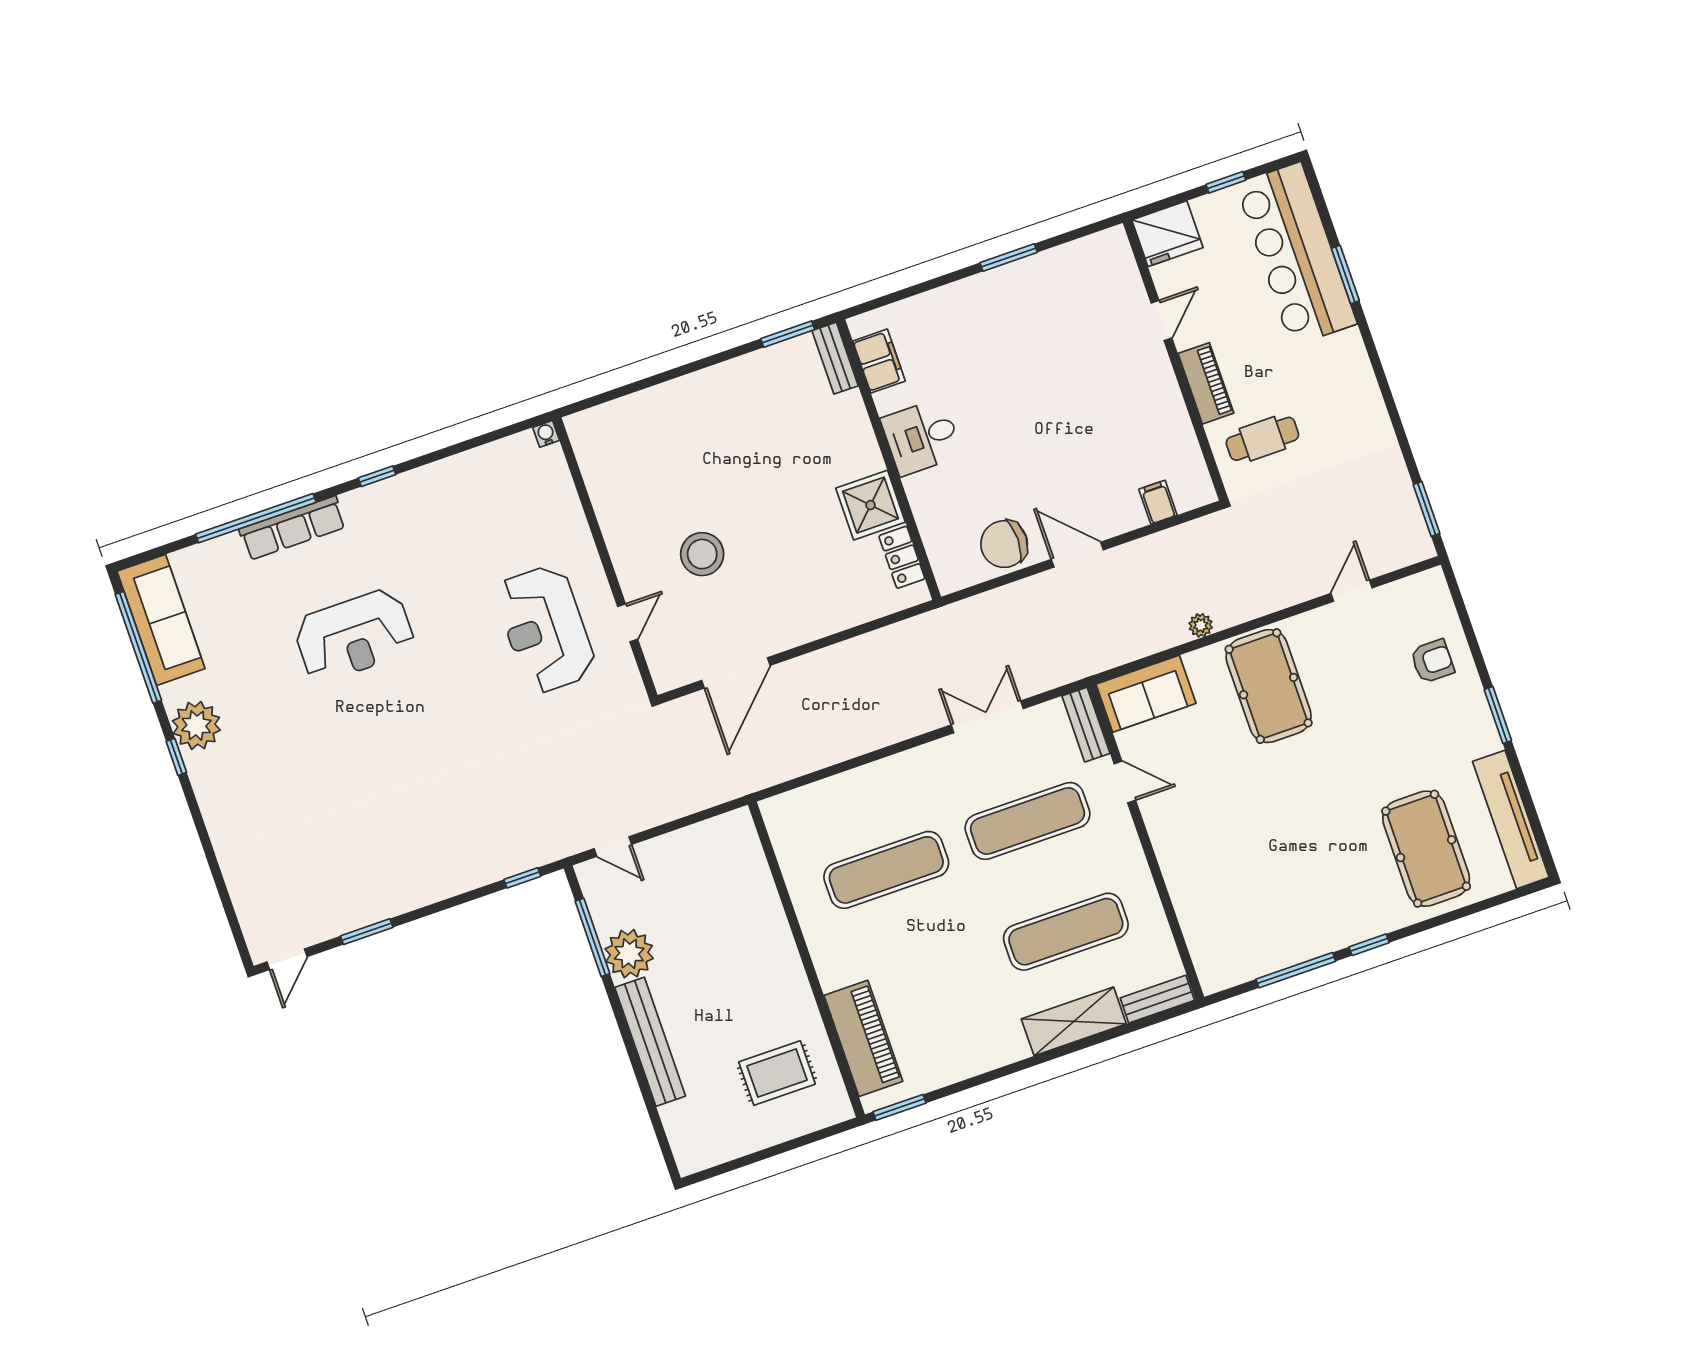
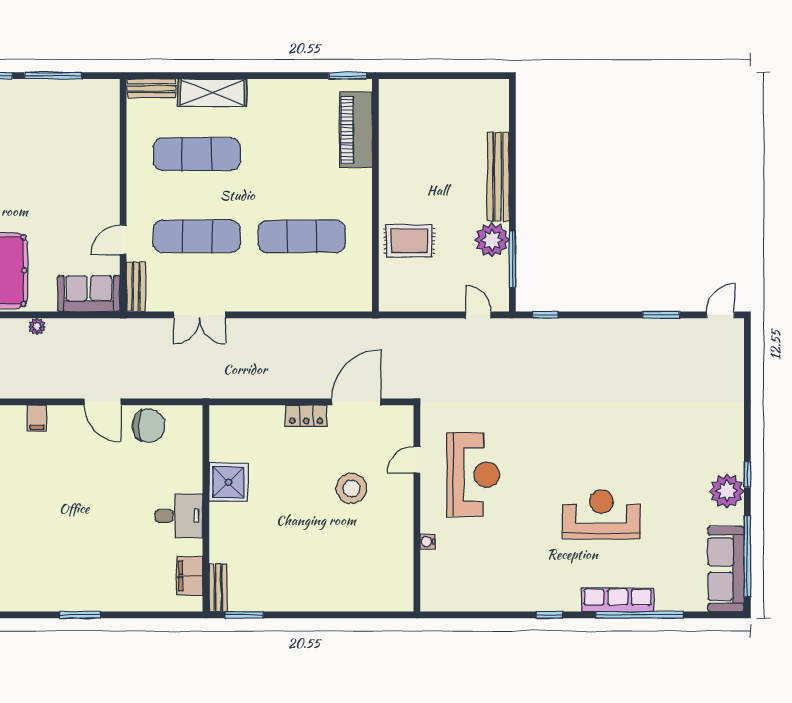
water cooler: (546, 434) -> (427, 542), moved, turned 90
locker: (902, 557) -> (306, 416), moved, turned 90
door: (1125, 782) -> (123, 240), hinge flipped
rug: (777, 1073) -> (409, 241), moved

